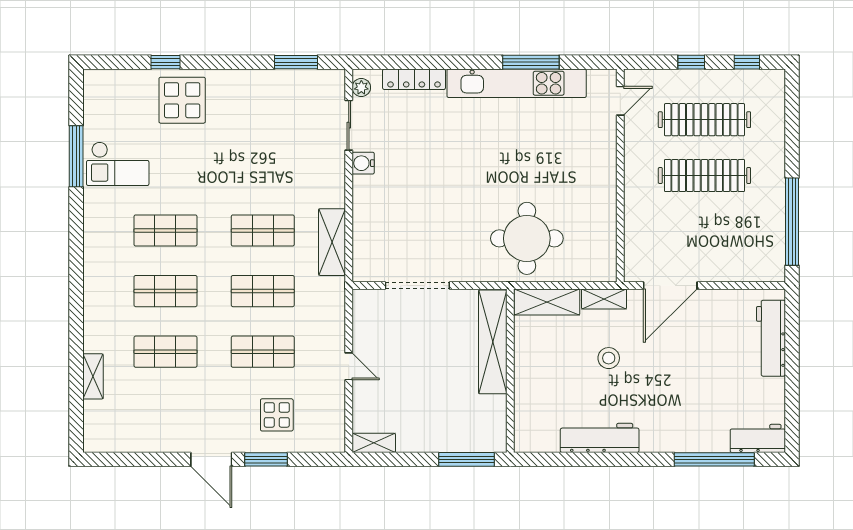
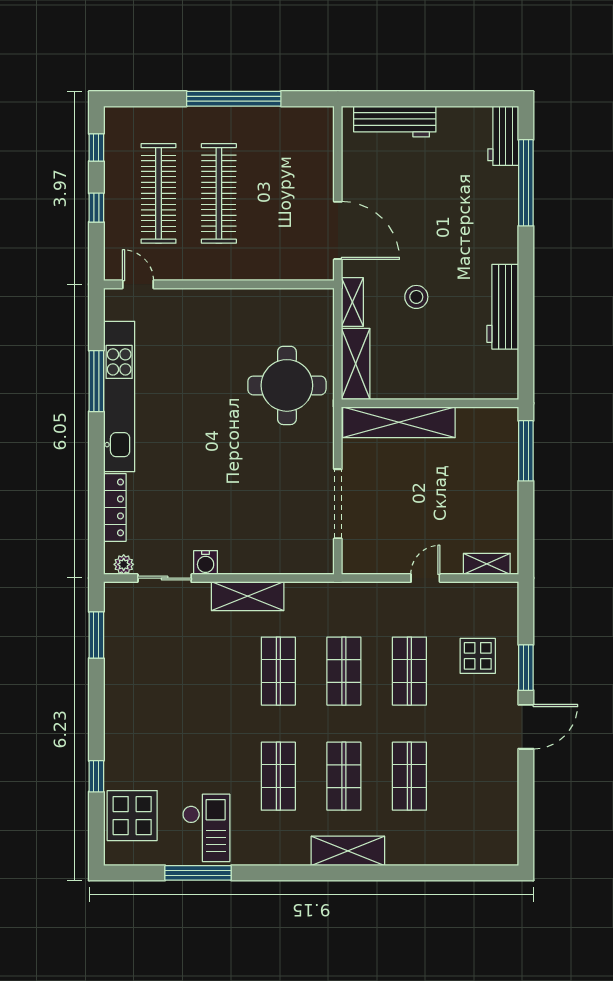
display table: (182, 100) -> (132, 816), moved
window: (792, 222) -> (234, 99), moved
shelving: (332, 242) -> (248, 596), moved
shelving: (93, 376) -> (348, 851), moved, width x1.50, depth x1.33
shelving: (374, 443) -> (487, 564), moved, turned 90

